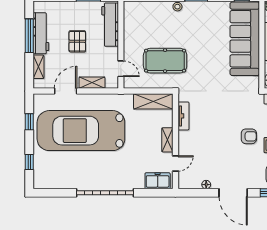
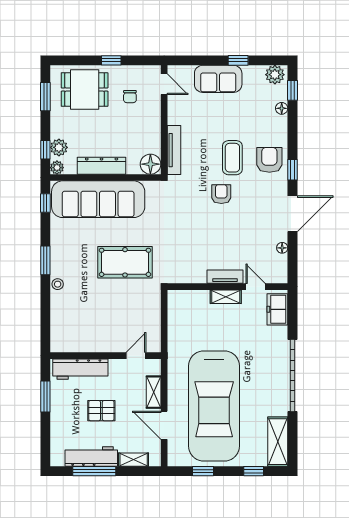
pool table: (165, 61) -> (125, 262), moved, turned 90
shelving: (153, 101) -> (278, 442), moved
tv unit: (183, 116) -> (225, 277), moved

